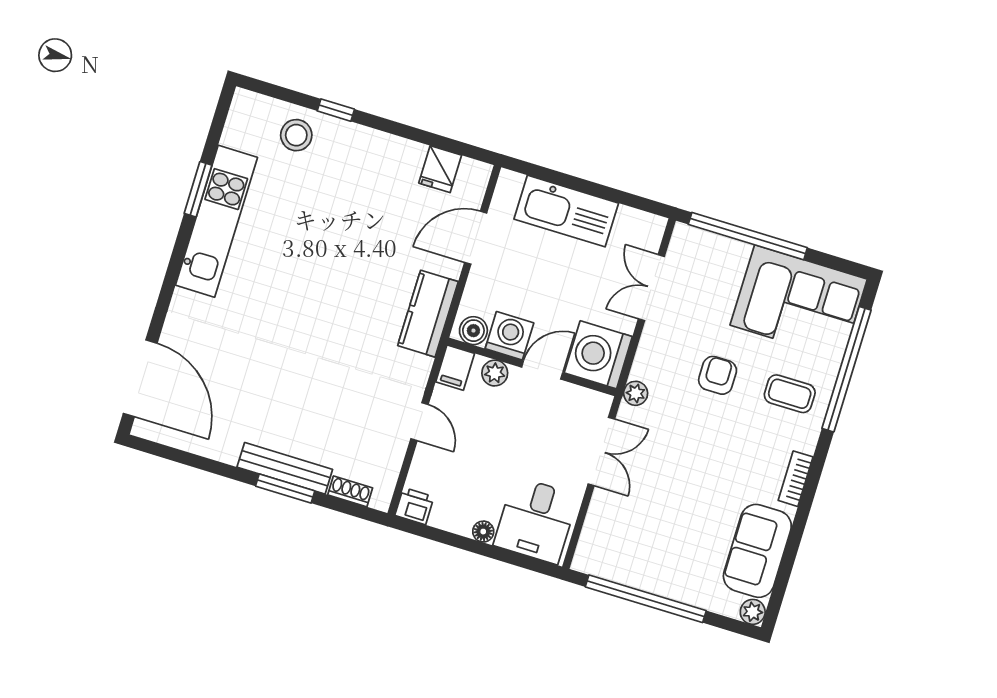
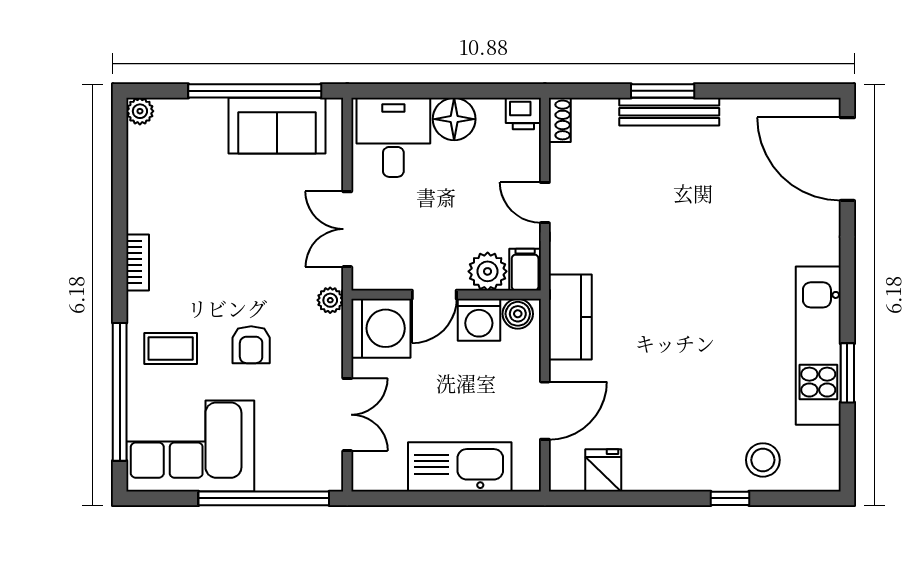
plant: (495, 373) -> (488, 271), width x1.38, depth x1.38
shoe rack: (350, 491) -> (560, 120), moved, turned -90
floor lamp: (483, 532) -> (454, 119), width x1.89, depth x1.89
sofa: (757, 551) -> (277, 126), moved, turned 90

